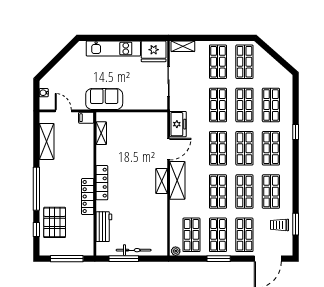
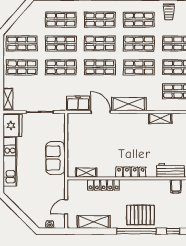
sofa: (104, 99) -> (55, 158), moved
filing cabinet: (86, 118) -> (176, 186), moved
shelving: (162, 181) -> (160, 118), moved
locker: (88, 197) -> (104, 185), moved
pallet: (55, 222) -> (140, 215), moved

